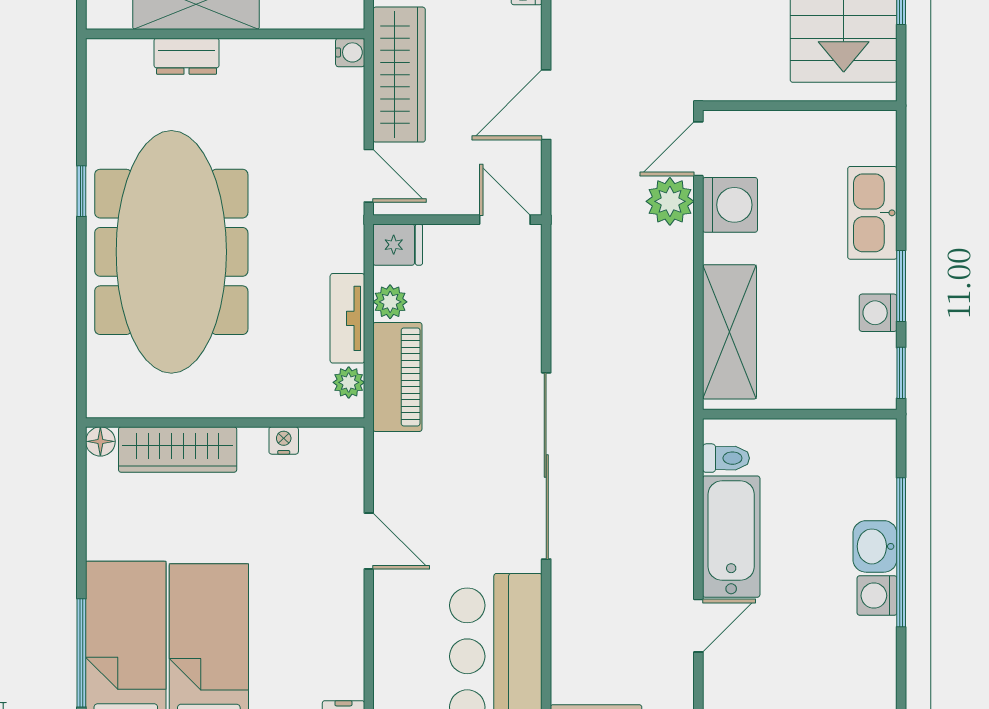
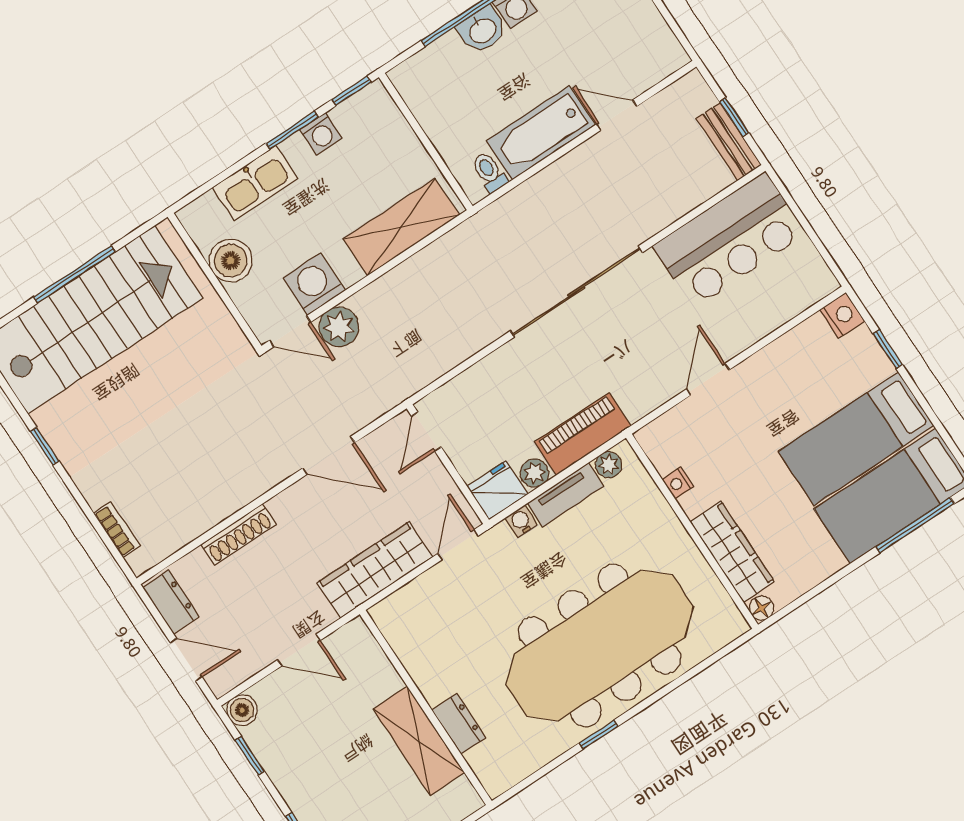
water cooler: (350, 52) -> (521, 521), moved
boiler: (810, 136) -> (231, 261), added
fridge: (398, 245) -> (497, 490), width x1.38

